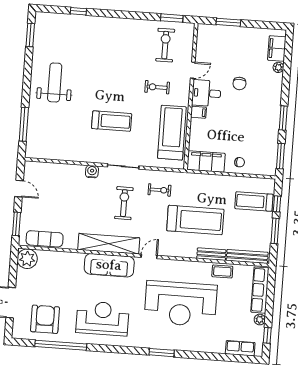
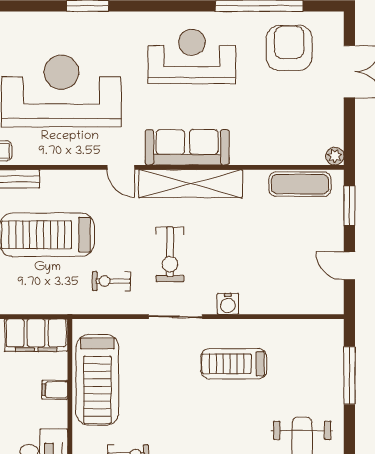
filing cabinet: (199, 112) -> (55, 390), moved
treadmill: (112, 121) -> (234, 364), moved
door: (149, 256) -> (121, 167), hinge flipped
plant: (27, 259) -> (335, 156), width x0.53, depth x0.53
reception desk: (103, 318) -> (192, 56), turned 180
armchair: (45, 319) -> (289, 48), turned 180

